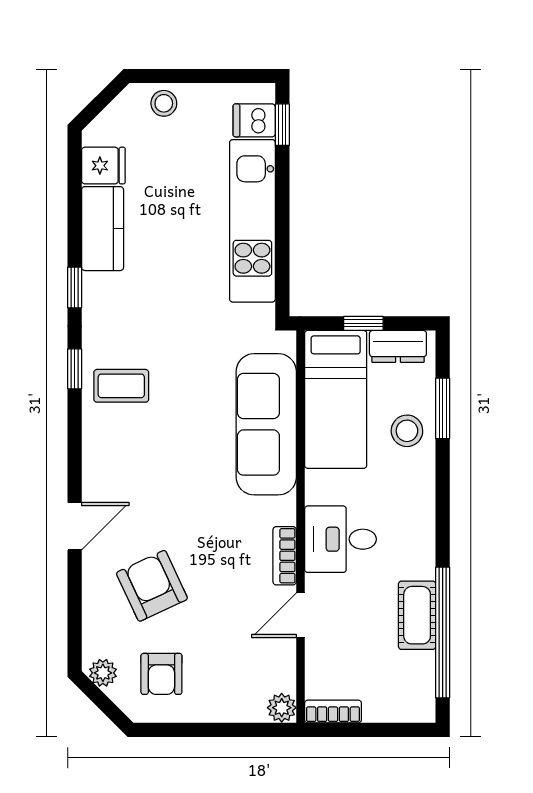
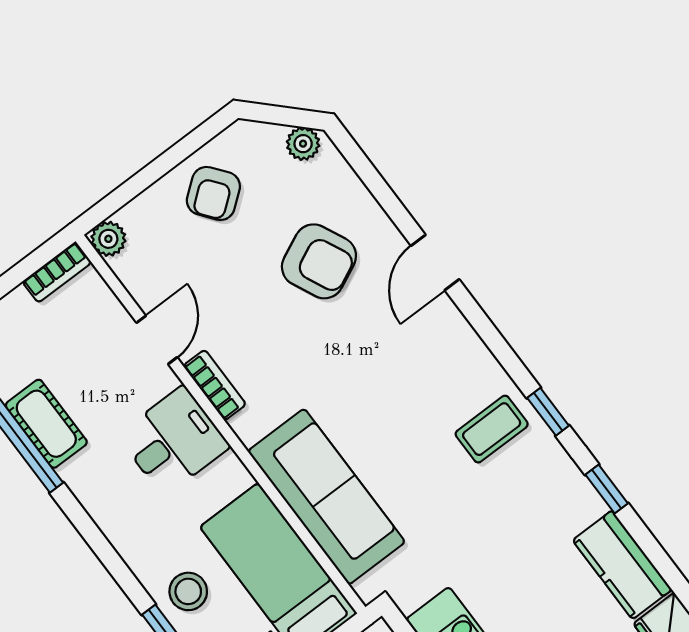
armchair: (161, 674) -> (213, 193), moved, turned -128

